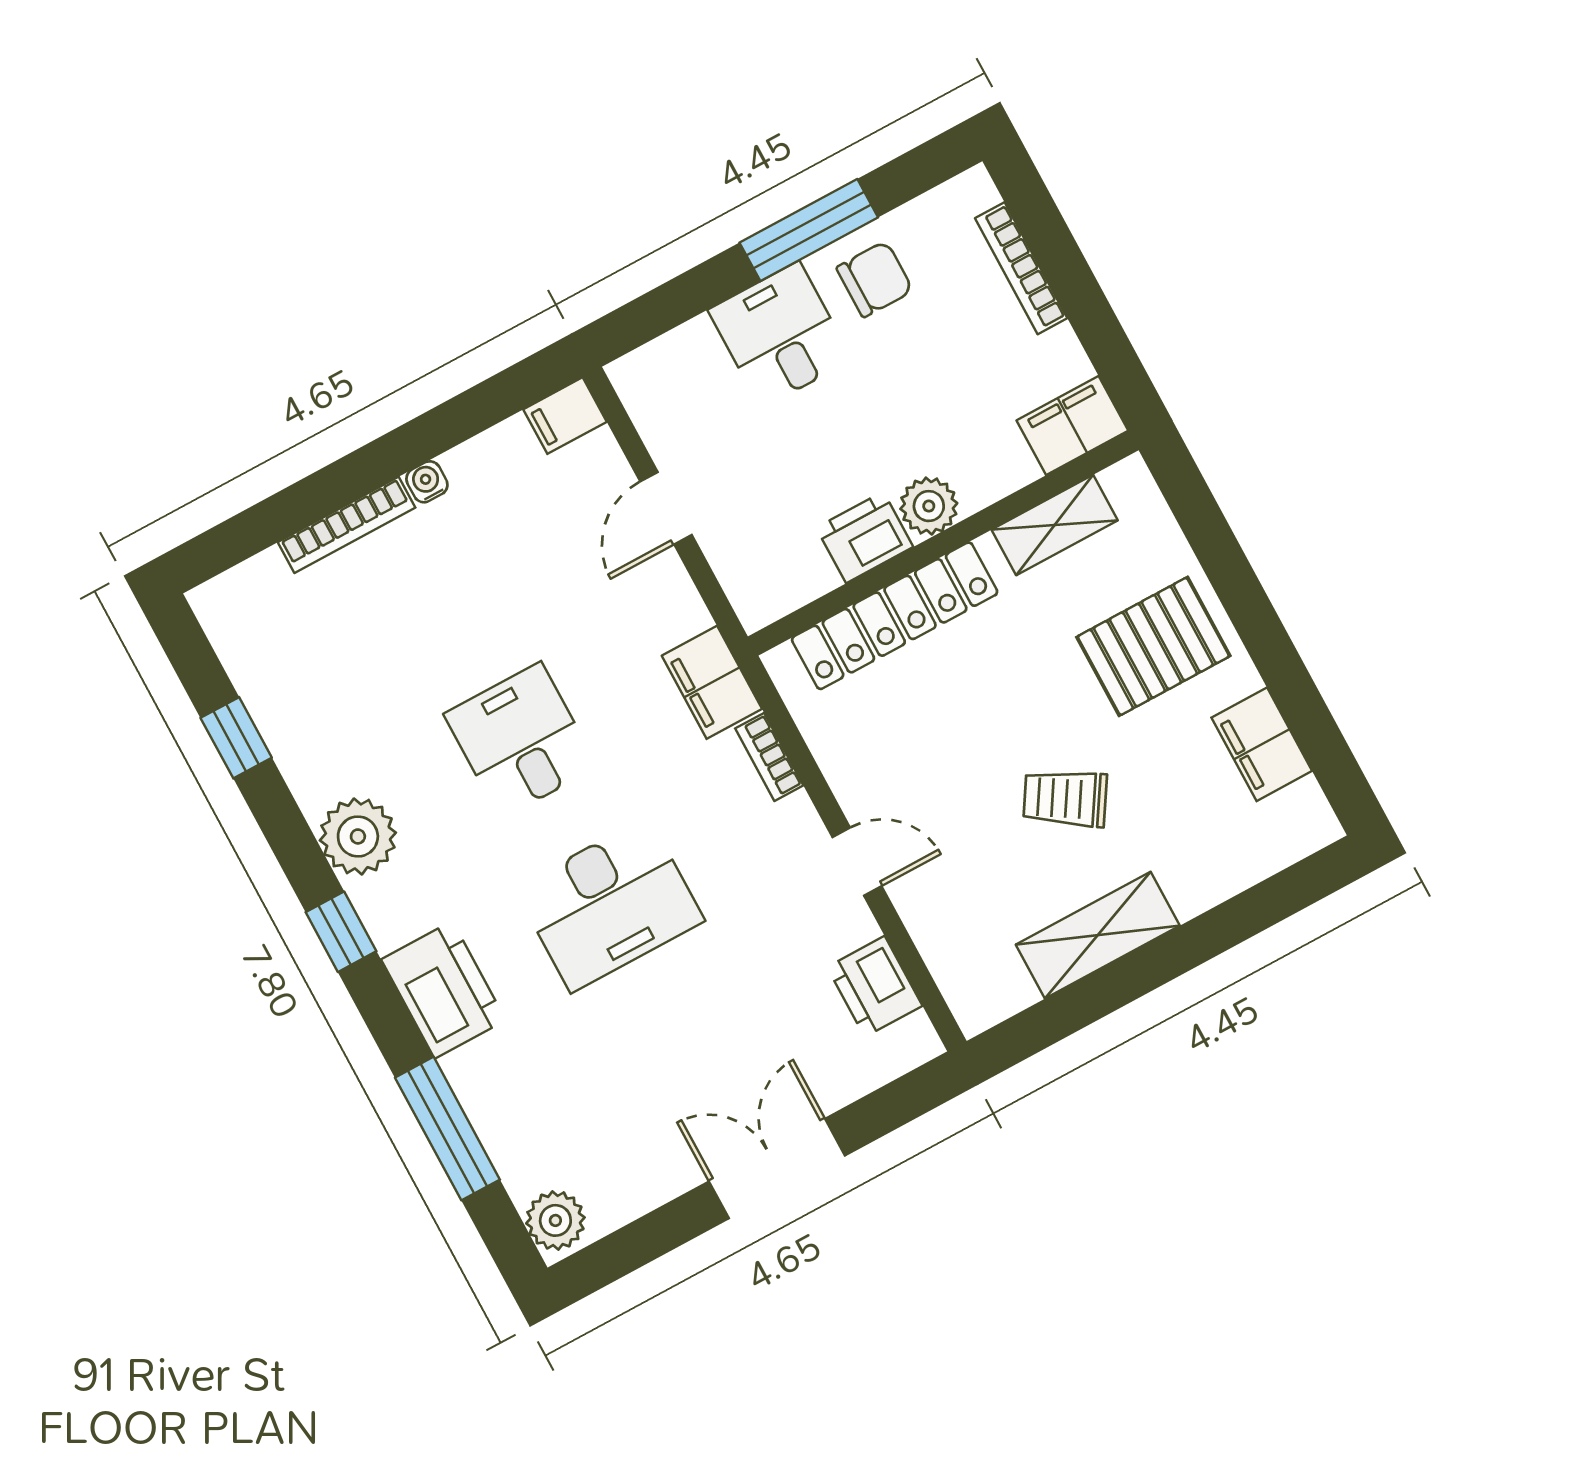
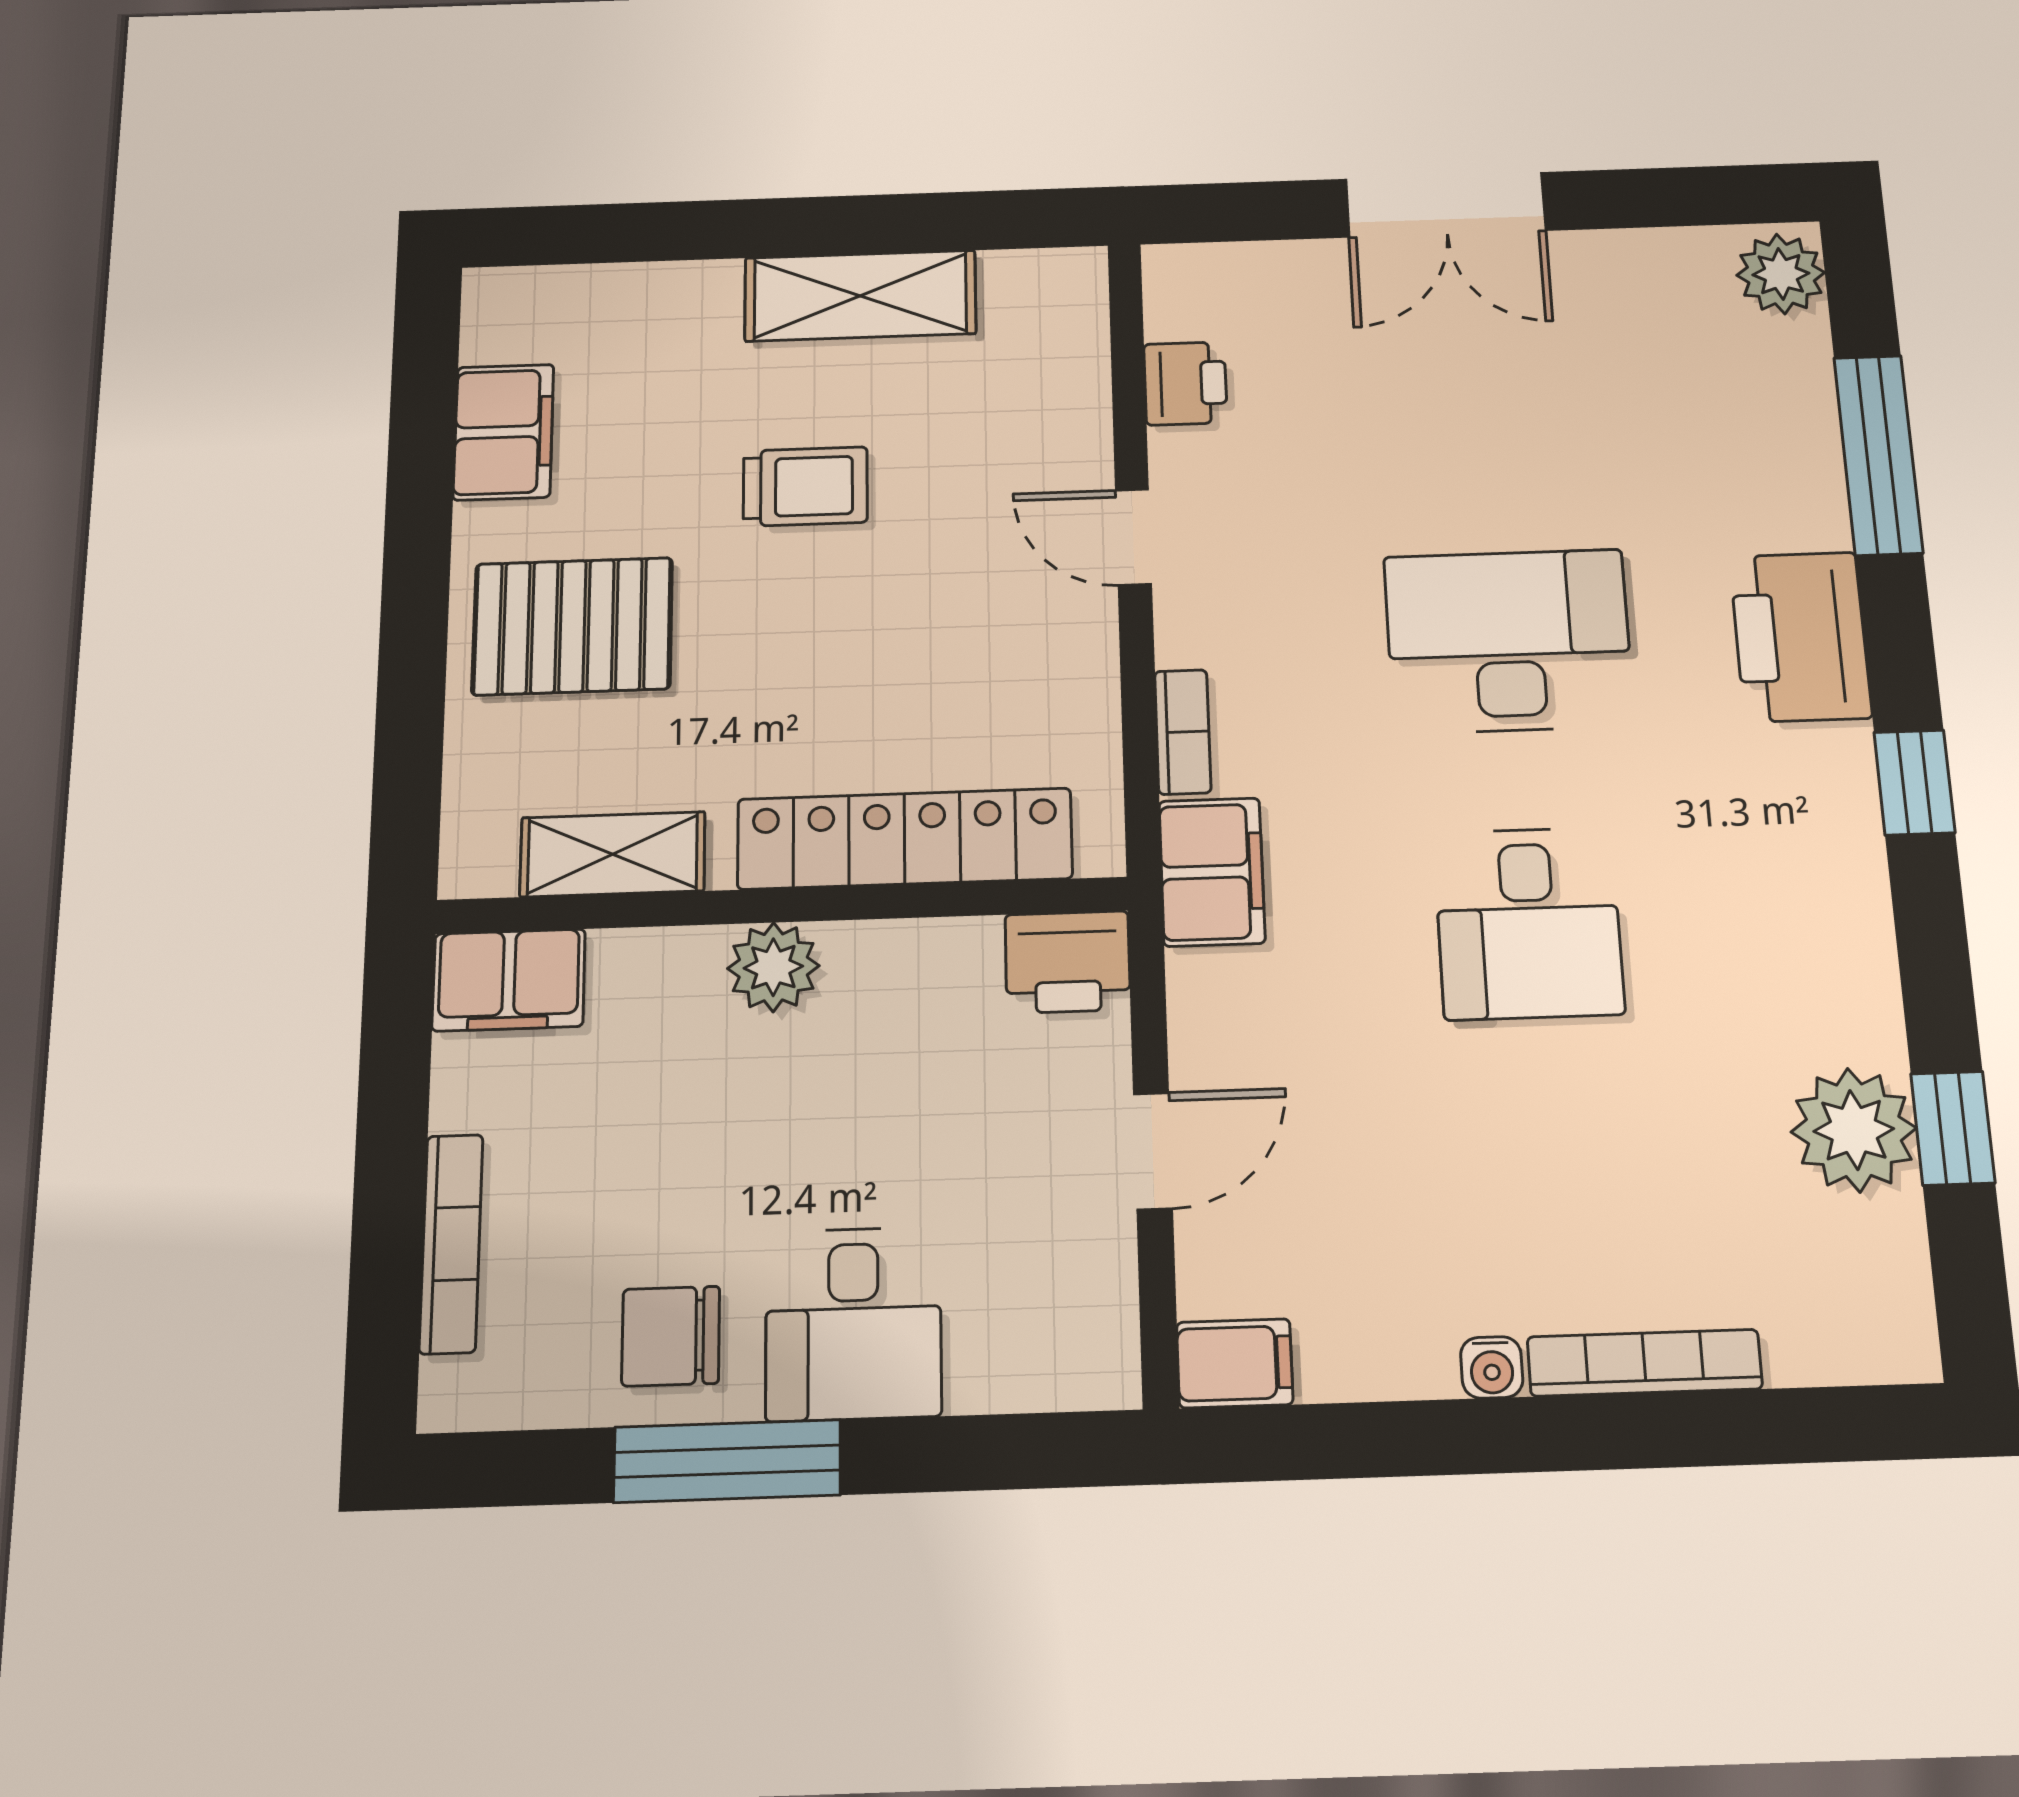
printer: (865, 537) -> (1068, 962), moved
trolley: (1065, 798) -> (805, 486), turned -32
plant: (358, 836) -> (1854, 1130), moved
printer: (875, 986) -> (1185, 383), width x0.73, depth x0.81

